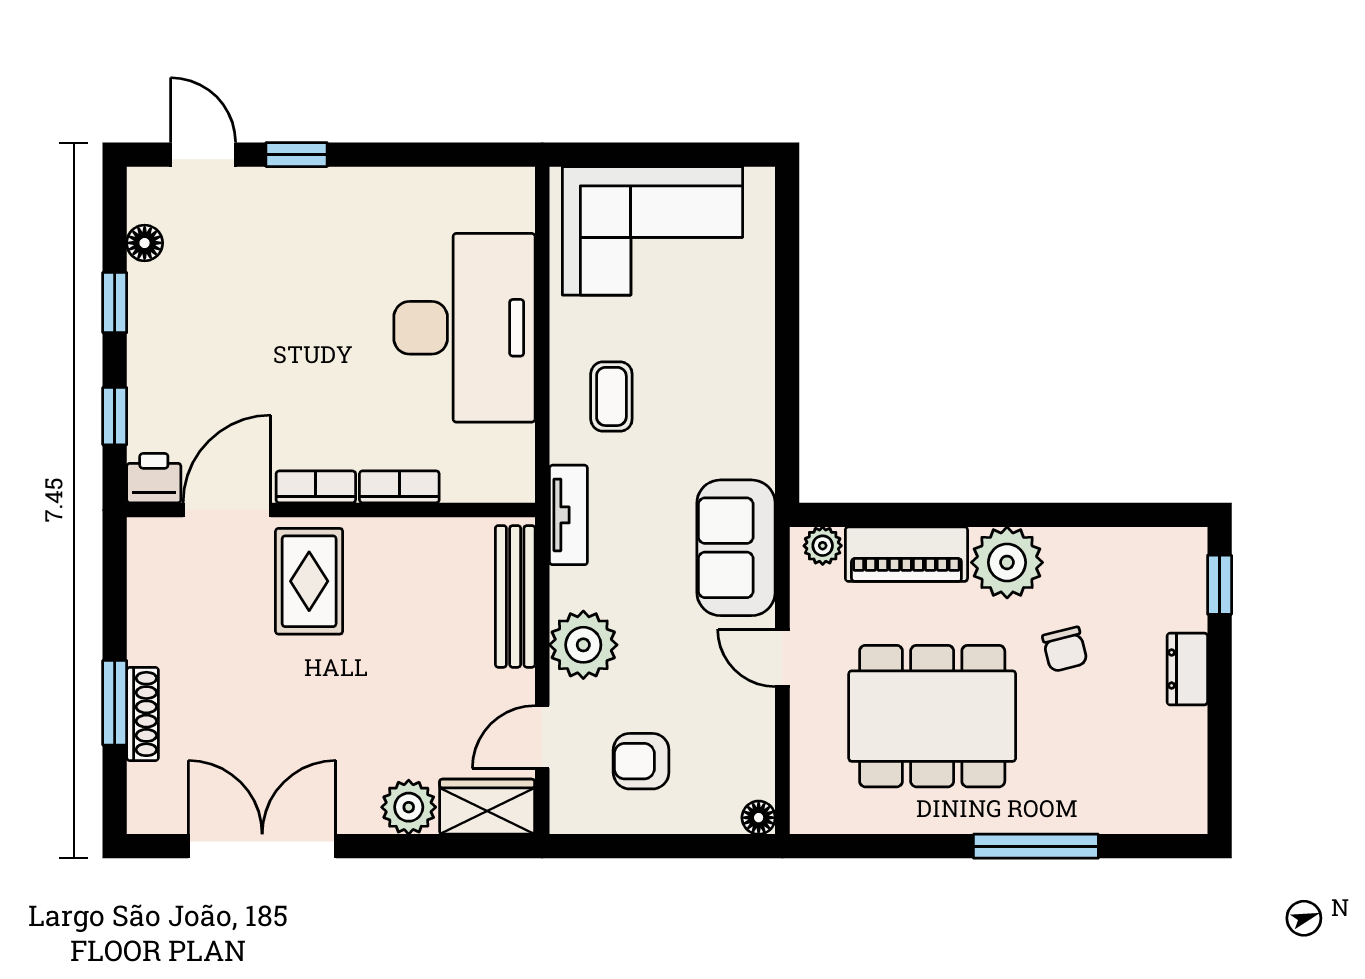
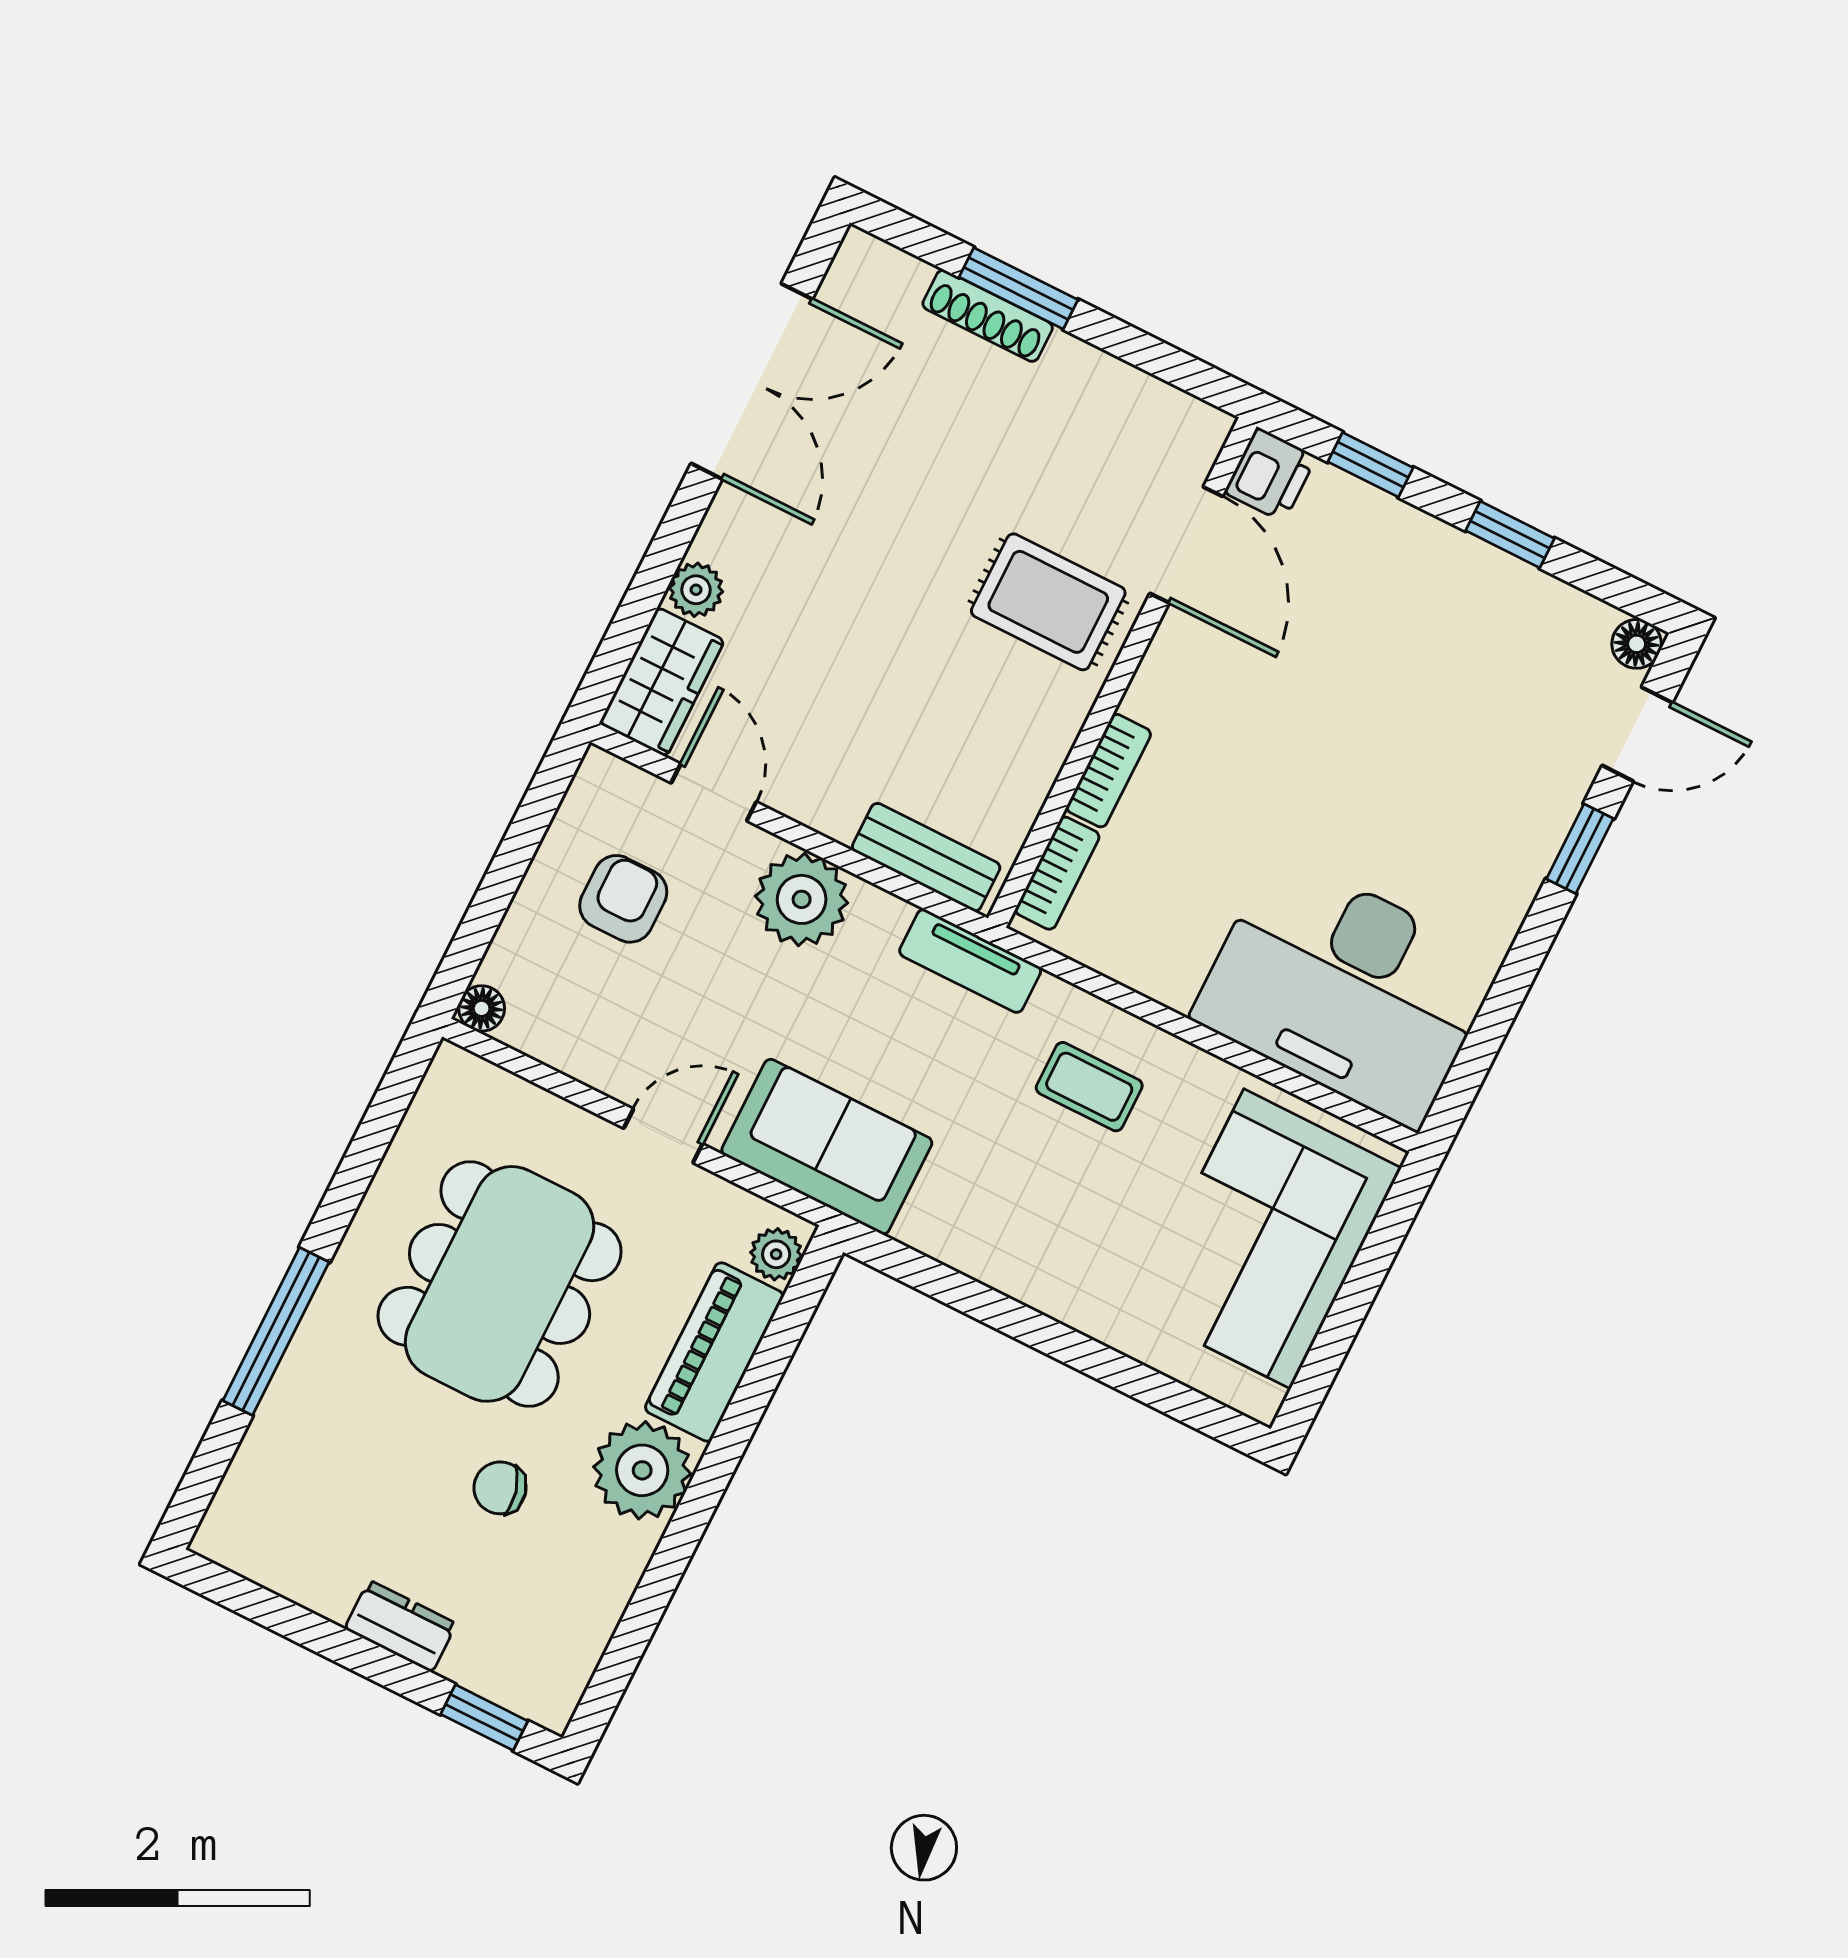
floor lamp: (145, 243) -> (1637, 644), moved
desk: (464, 328) -> (1346, 990), moved
bookcase: (316, 487) -> (1057, 873), moved
bench: (515, 596) -> (926, 857), width x0.73
plant: (409, 807) -> (696, 590), width x0.73, depth x0.73

